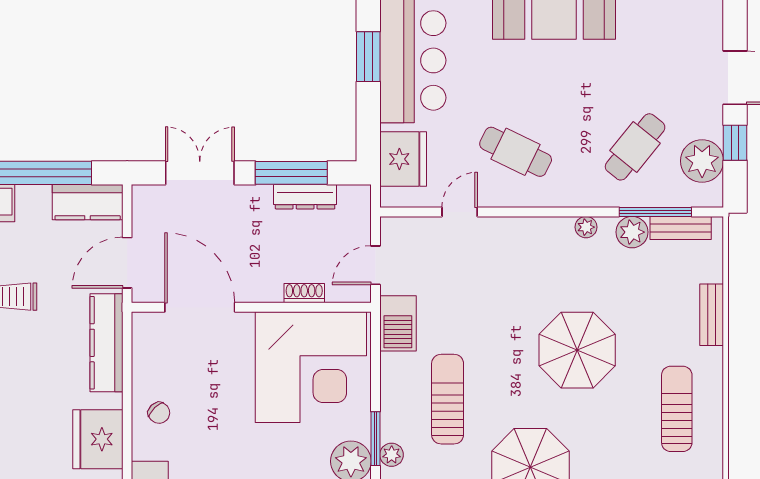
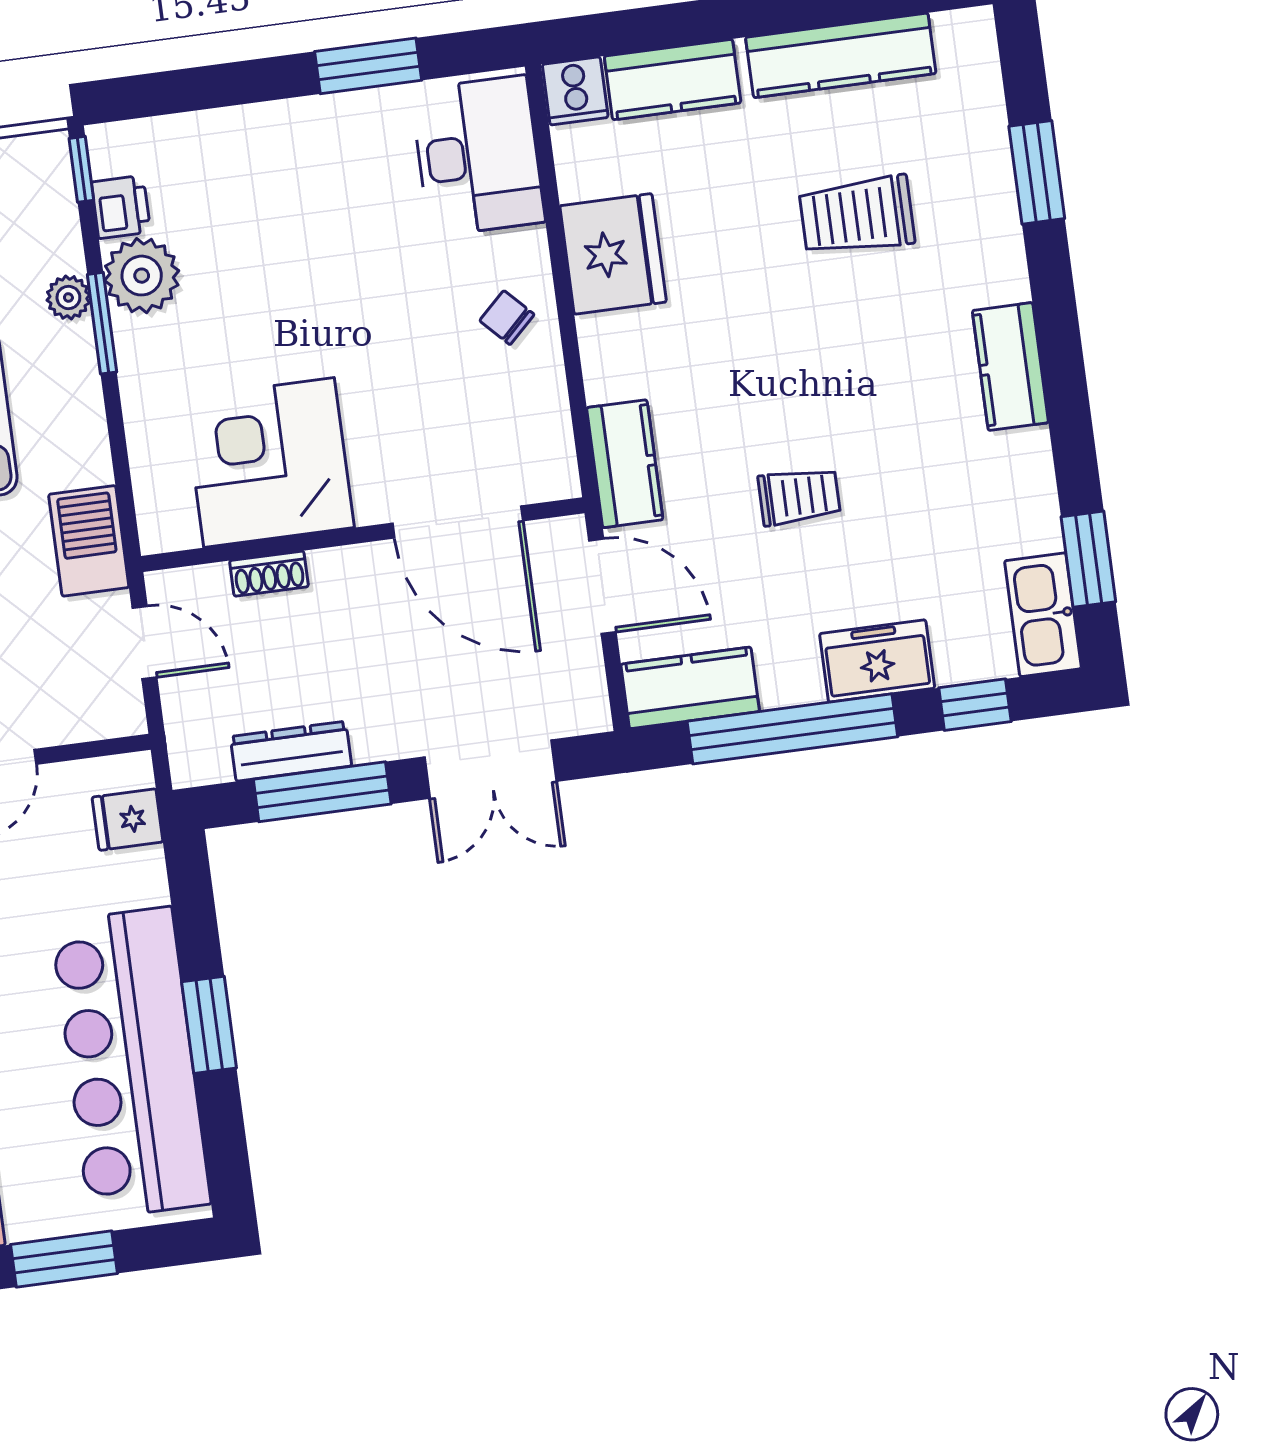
fridge: (403, 159) -> (128, 820), width x0.53, depth x0.75
door: (127, 263) -> (602, 586), hinge flipped
door: (375, 265) -> (144, 642), hinge flipped
kitchen counter: (106, 343) -> (625, 464), width x0.67
corner desk: (311, 367) -> (269, 463), width x0.74, depth x0.74

